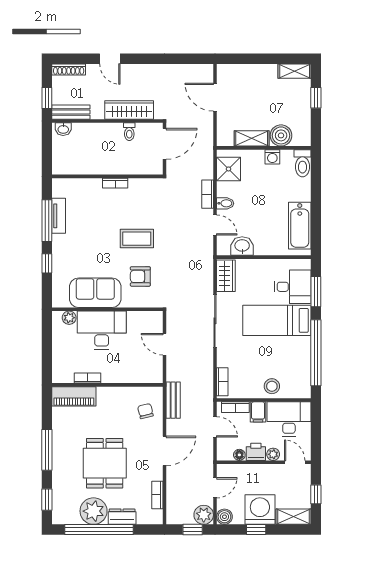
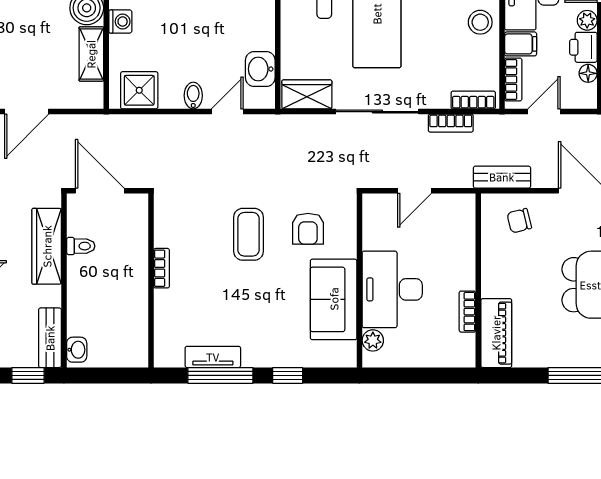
bookcase: (208, 194) -> (451, 123), moved

